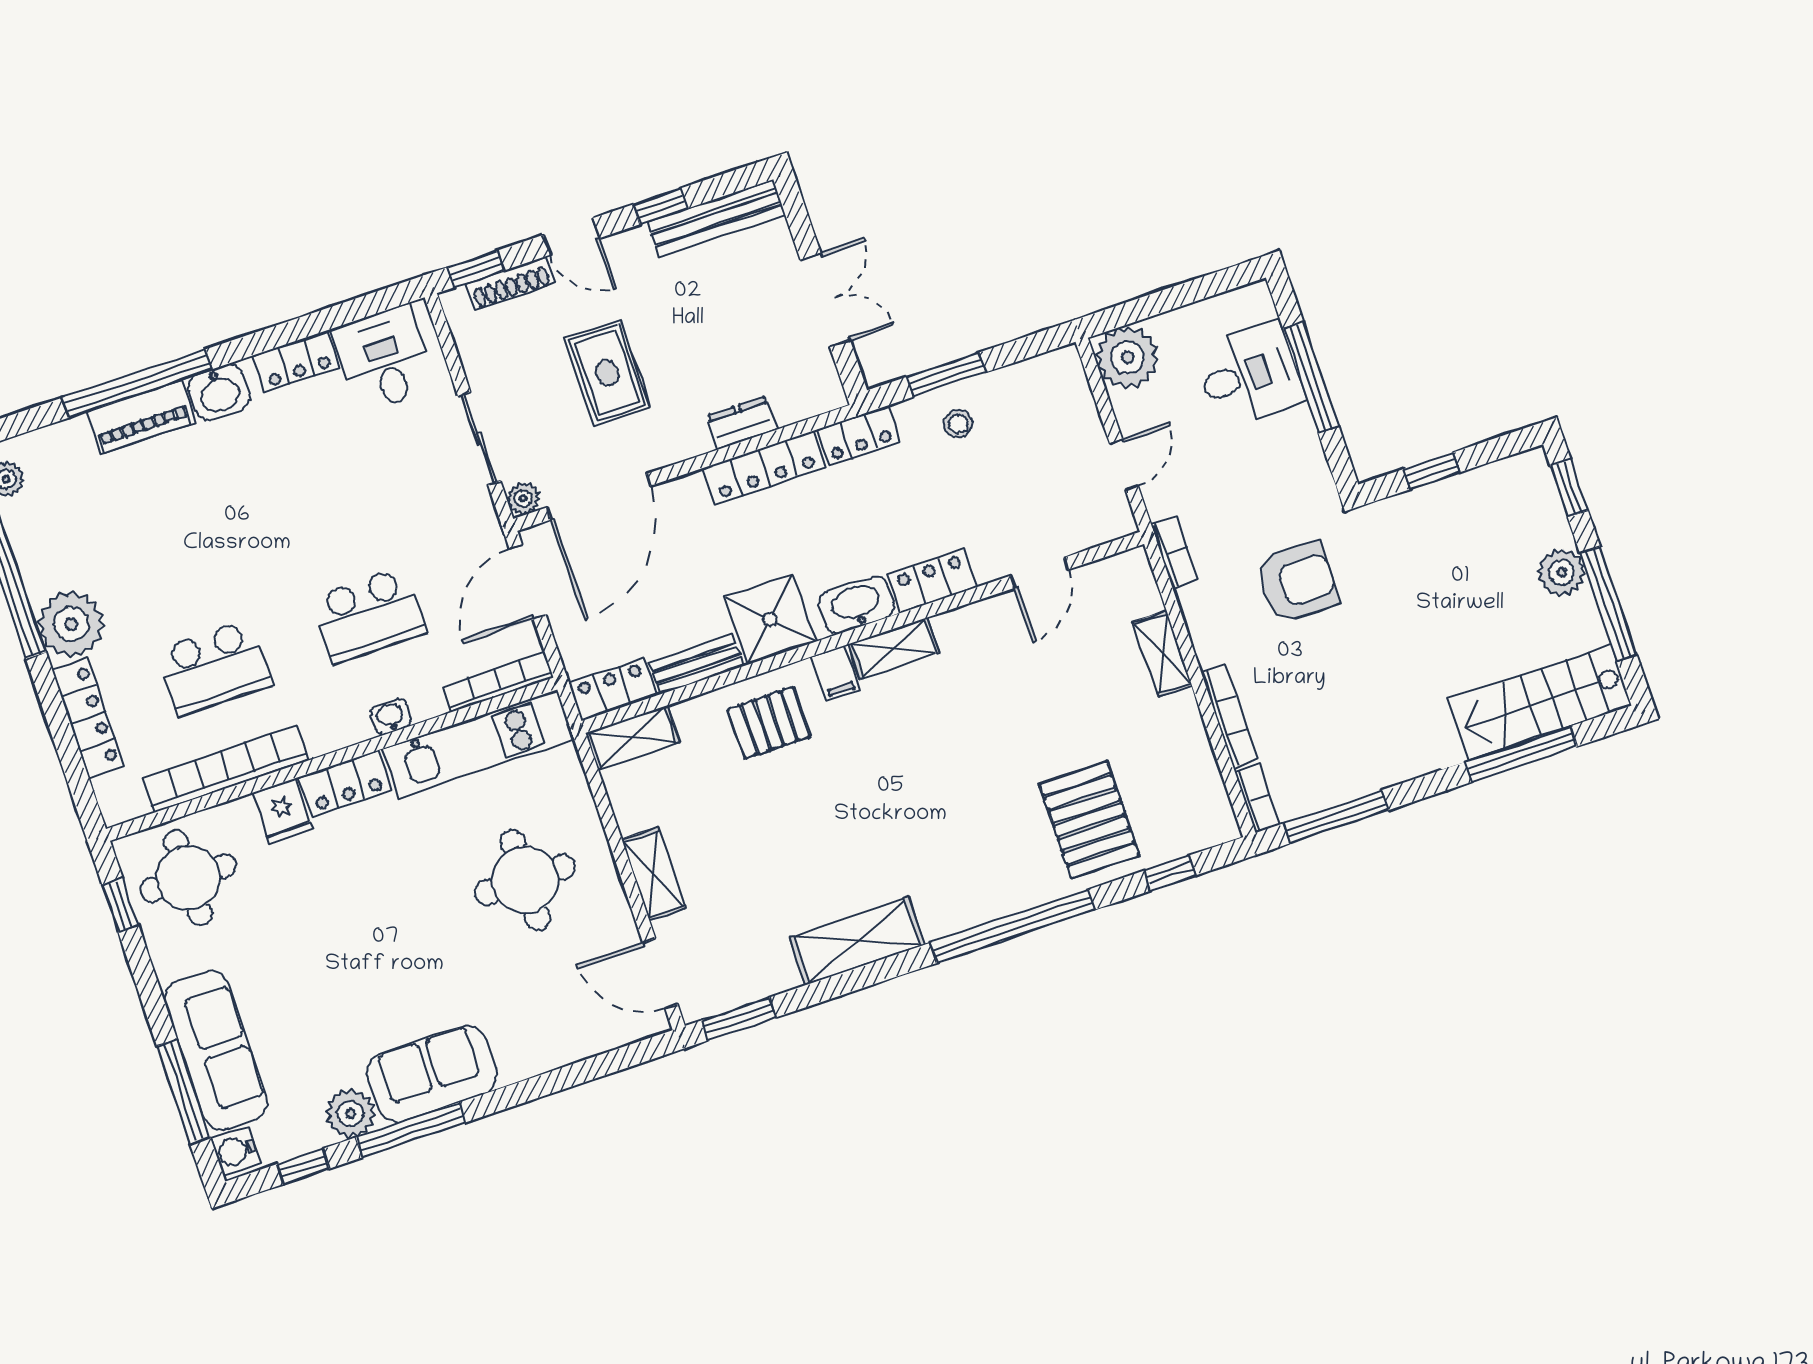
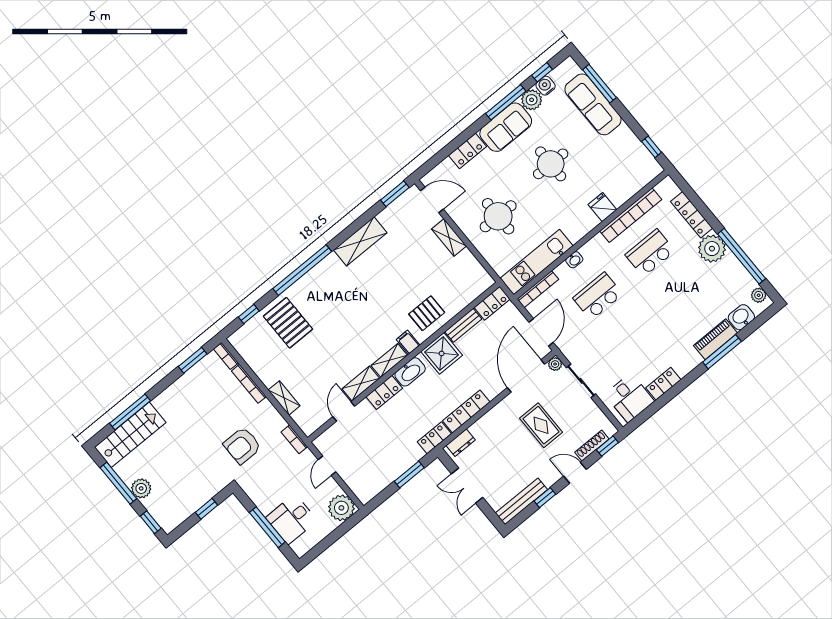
window: (137, 383) -> (722, 352), width x0.68
washbasin: (219, 392) -> (741, 317), moved
dresser: (742, 423) -> (461, 443), moved
stool: (958, 424) -> (397, 457), removed
shelving: (633, 737) -> (361, 383), moved
locker: (345, 784) -> (467, 151), moved, turned 180
window: (1336, 817) -> (193, 360), width x0.69
round table: (188, 878) -> (551, 164), moved
water cooler: (235, 1151) -> (546, 86), moved, turned -90

